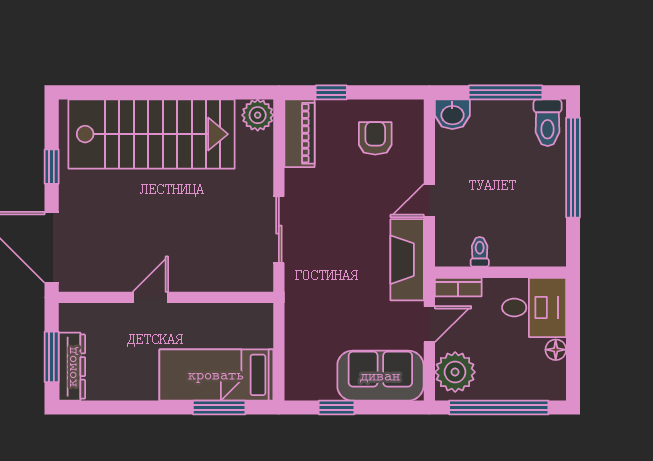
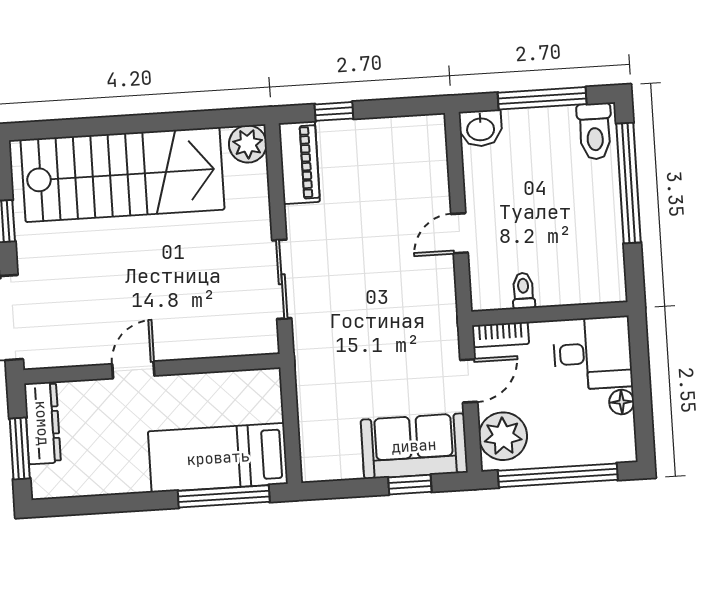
armchair: (375, 138) -> (390, 163), removed
fireplace: (407, 260) -> (437, 306), removed
dresser: (72, 367) -> (42, 423), moved
window: (219, 407) -> (224, 496), width x1.44
window: (337, 407) -> (410, 485), moved

